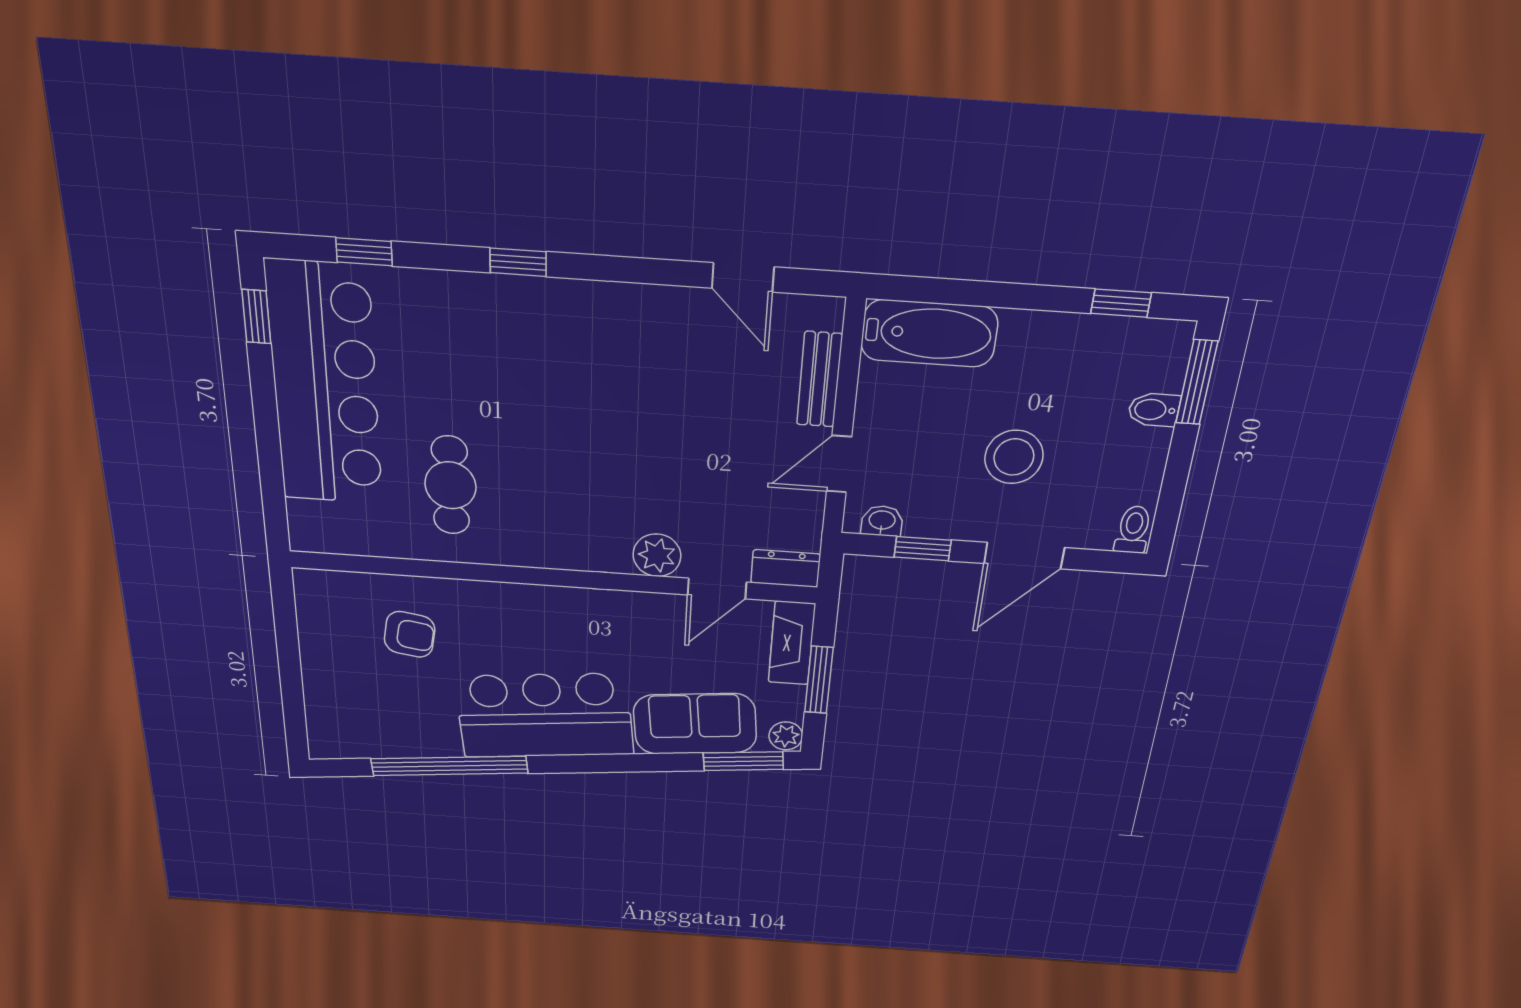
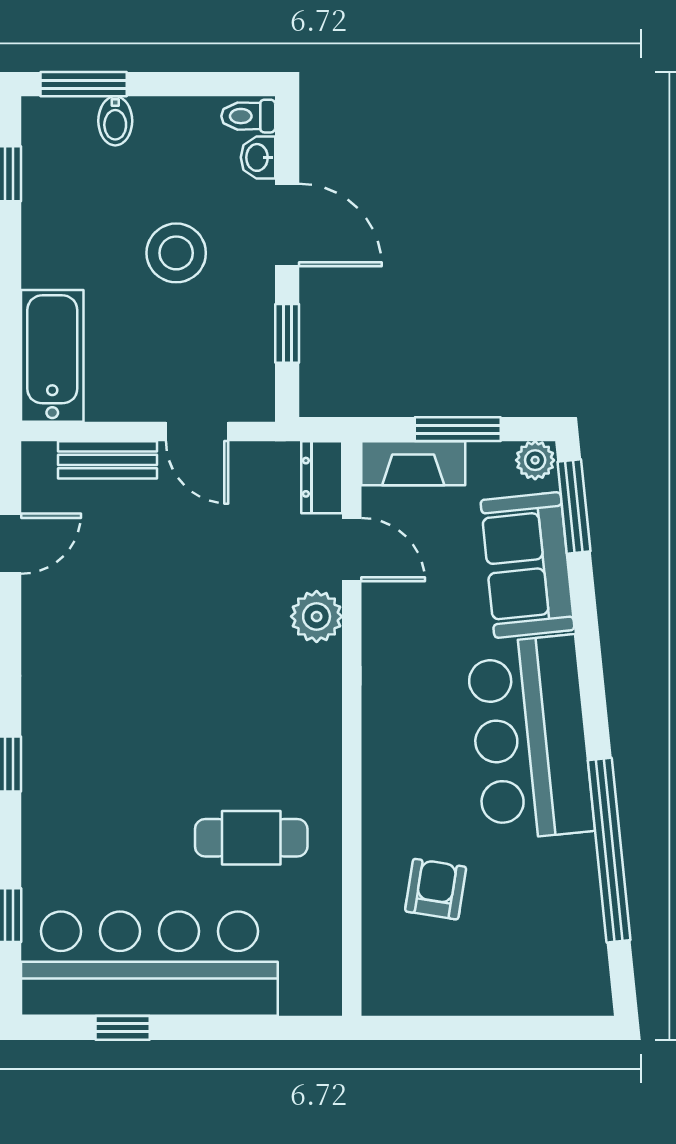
window: (256, 317) -> (123, 1028), moved
washbasin: (882, 521) -> (258, 157), moved

